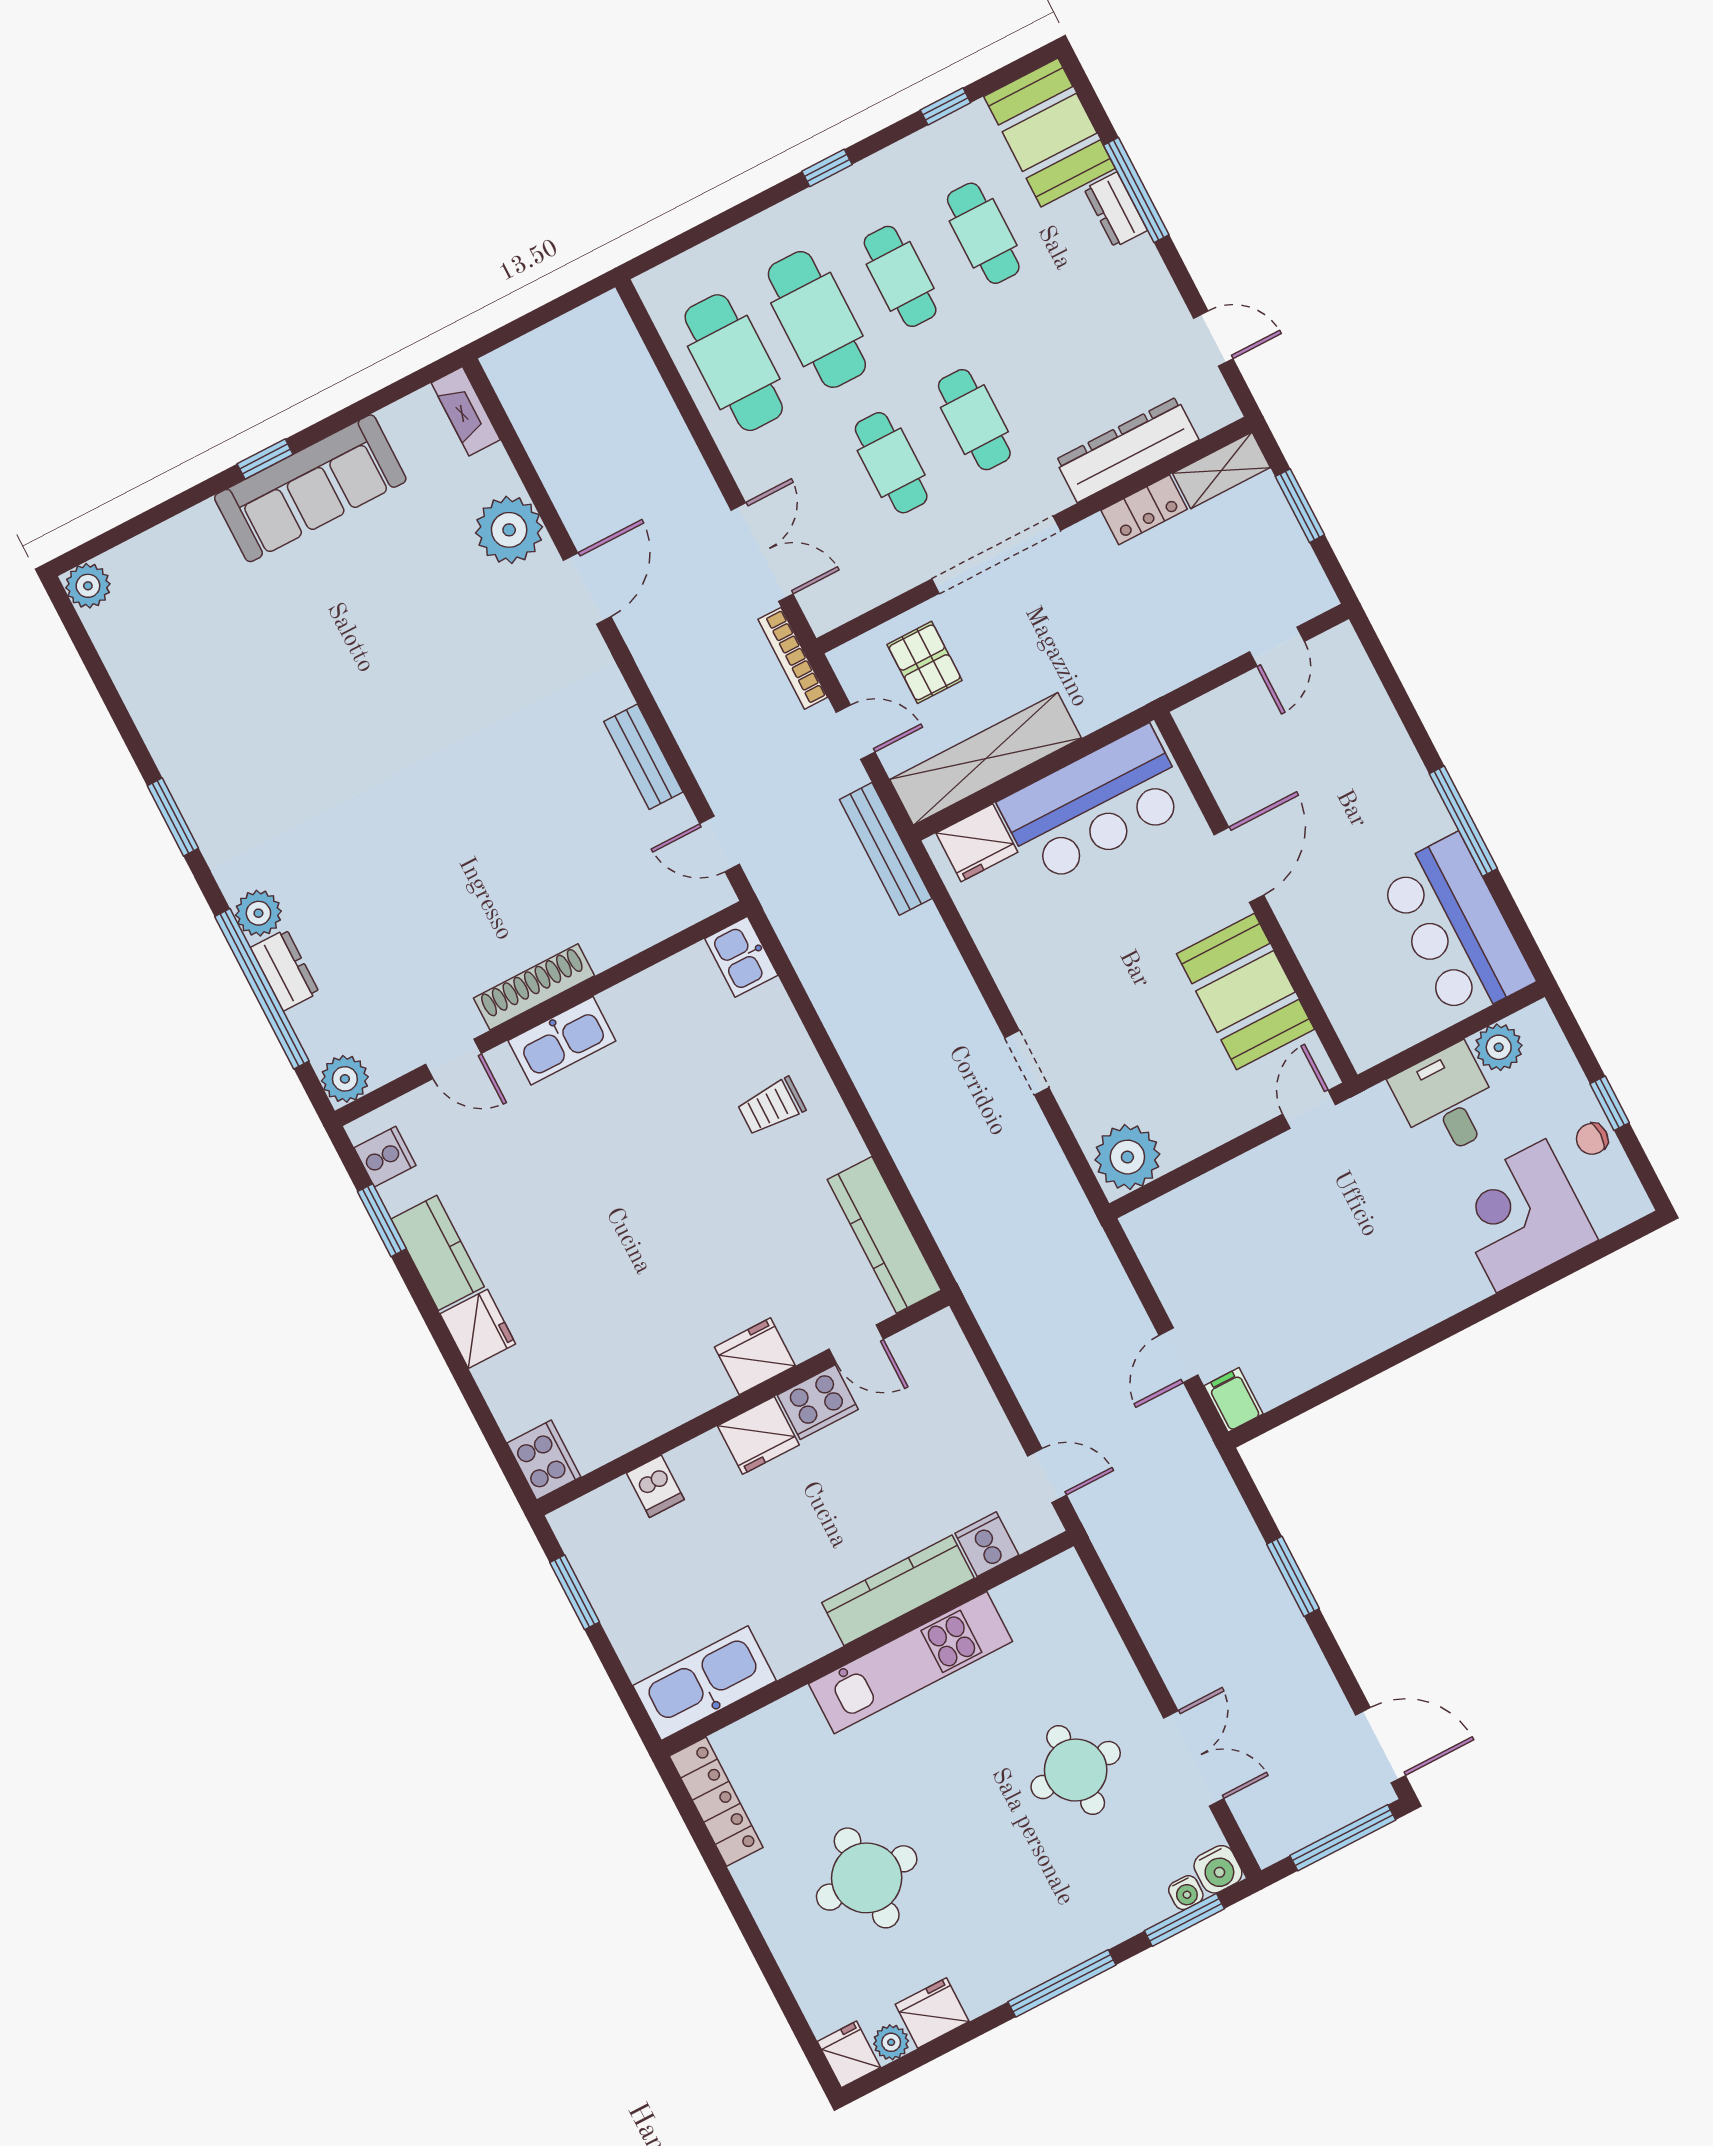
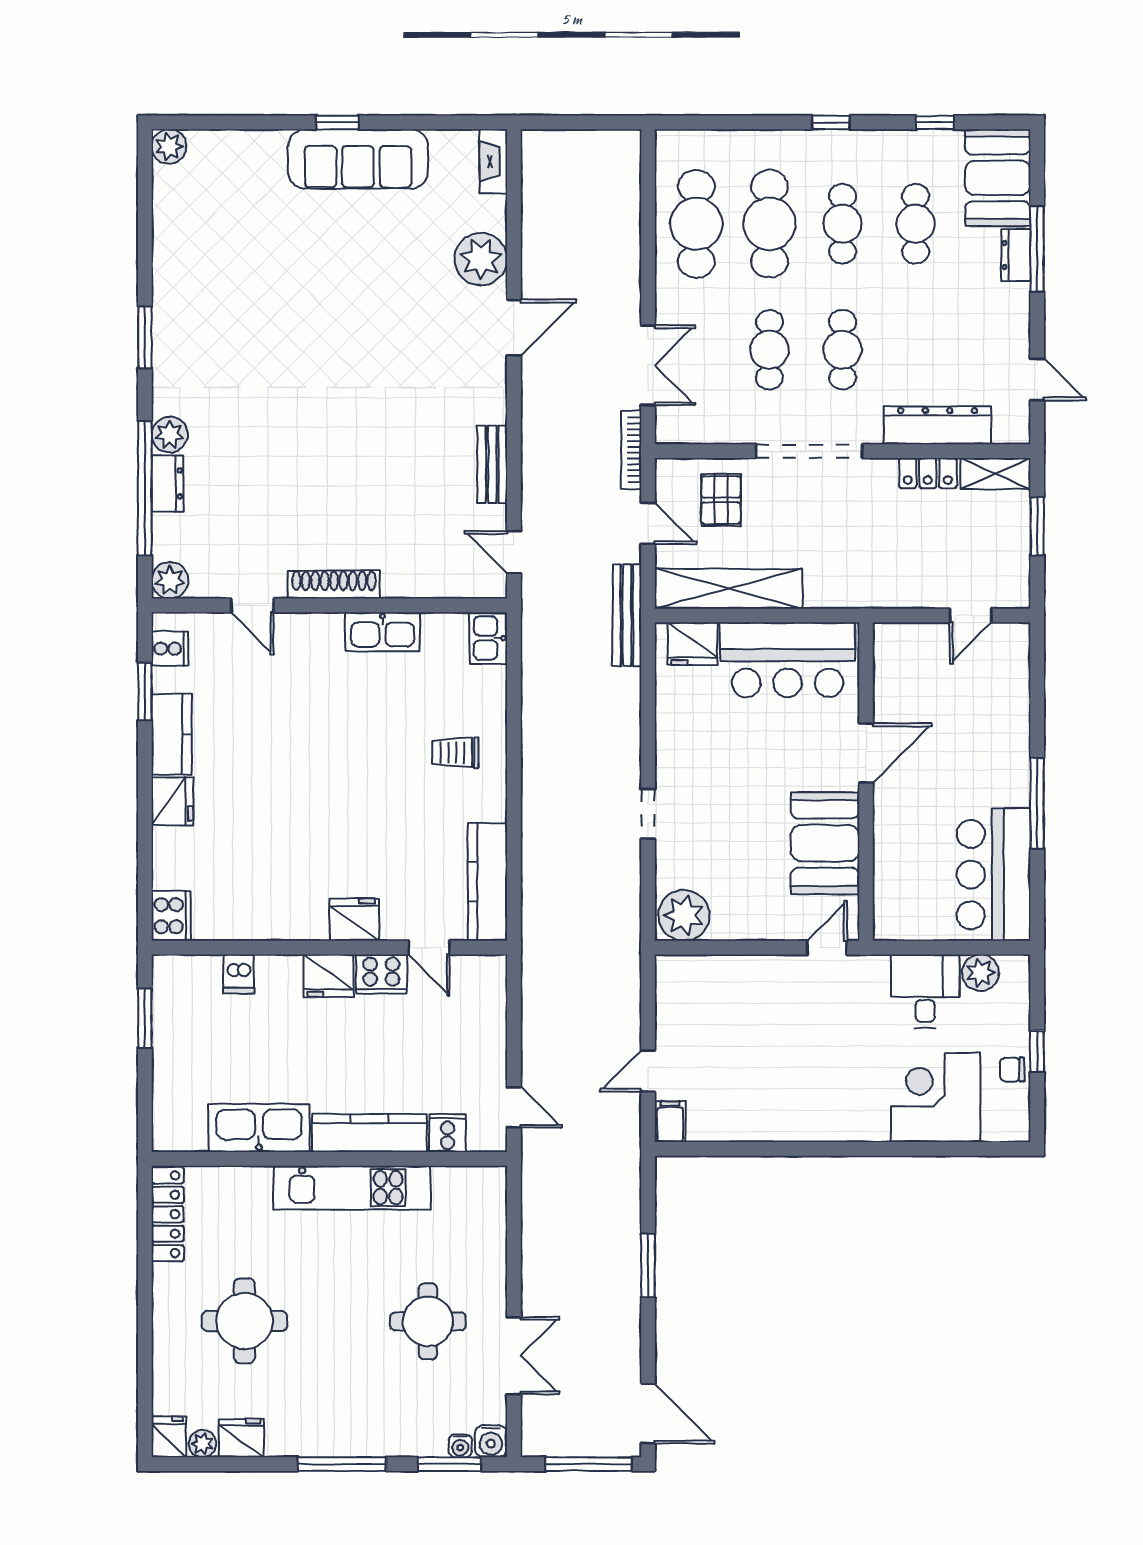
kitchen sink: (562, 1041) -> (382, 632), moved
kitchen sink: (705, 1683) -> (259, 1128), moved

